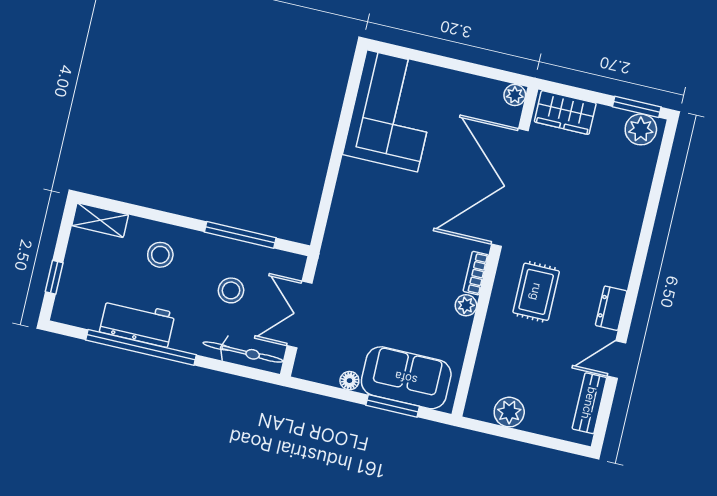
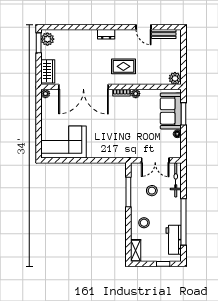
dresser: (611, 308) -> (106, 34), moved
workbench: (137, 322) -> (174, 240), moved
plant: (509, 412) -> (175, 78), moved

